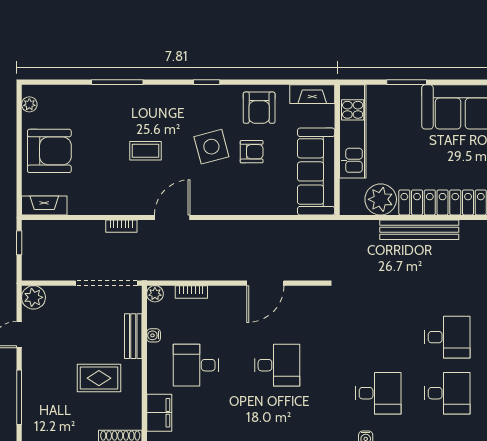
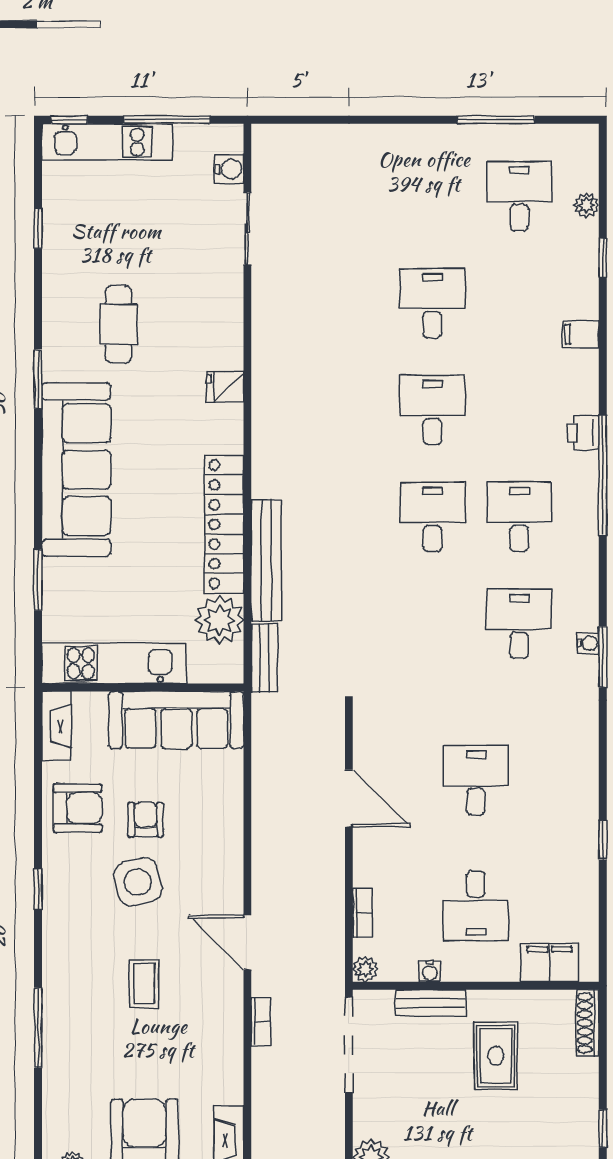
bench: (356, 228) -> (264, 658), added

